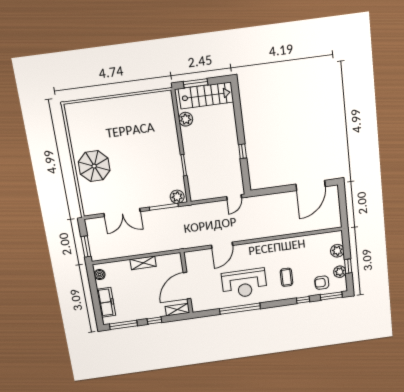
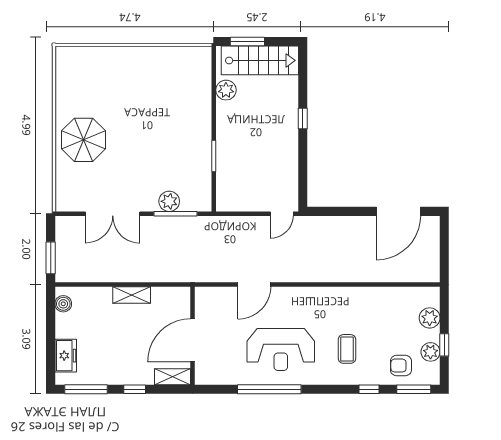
window: (243, 151) -> (303, 119), moved
plant: (177, 197) -> (169, 201), moved
freezer: (106, 302) -> (66, 356), width x0.71

